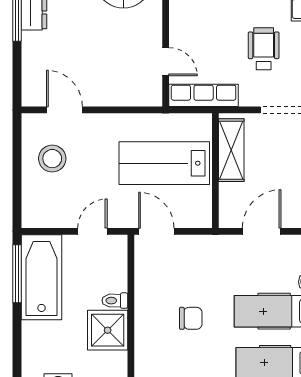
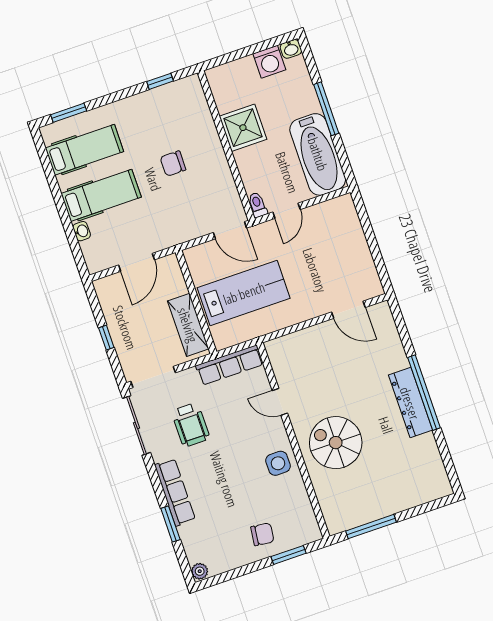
door: (166, 62) -> (280, 402), moved
stool: (52, 159) -> (344, 263), removed
window: (17, 274) -> (326, 109), moved
toilet: (115, 301) -> (257, 205), moved, turned -90

